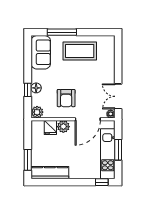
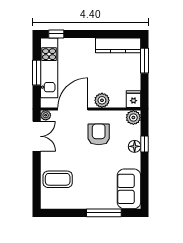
coffee table: (80, 51) -> (58, 179), moved, width x0.73, depth x0.76
fridge: (50, 127) -> (133, 99), moved

